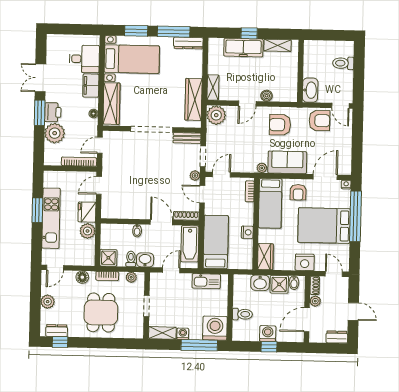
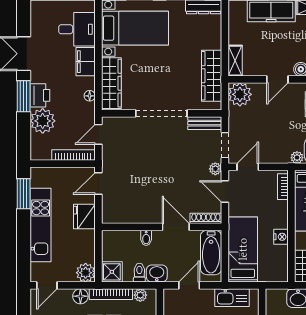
window: (37, 210) -> (24, 194), moved
plant: (88, 231) -> (86, 273), moved
bookcase: (107, 276) -> (111, 294), width x1.56

